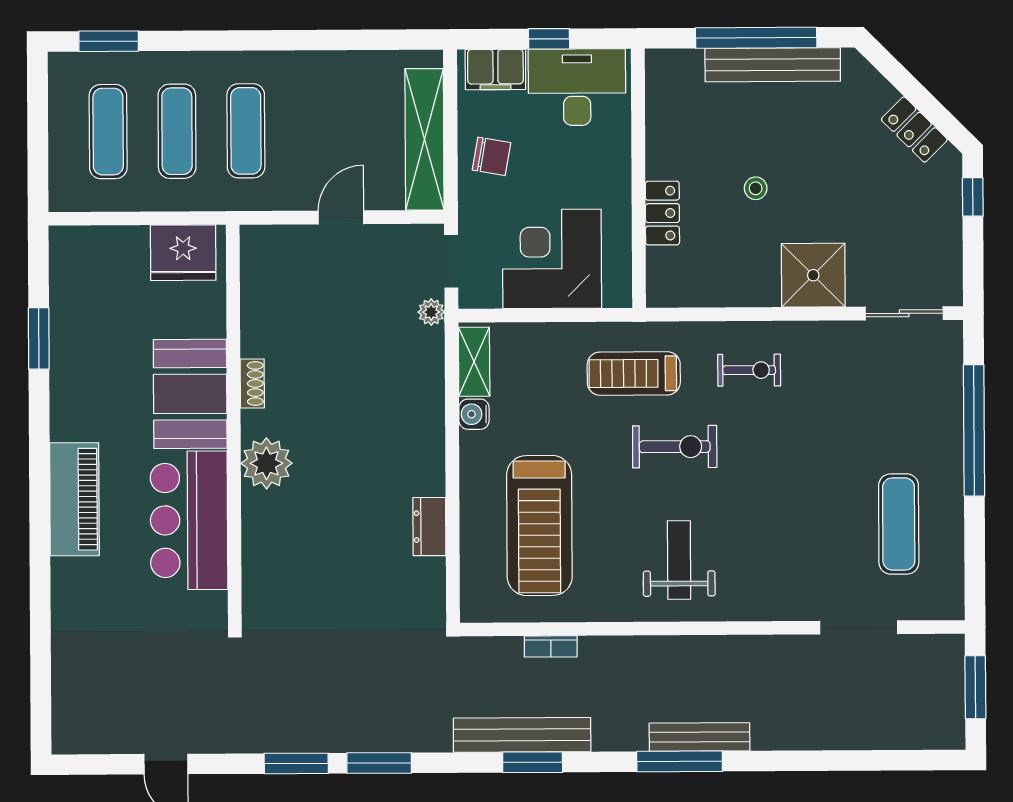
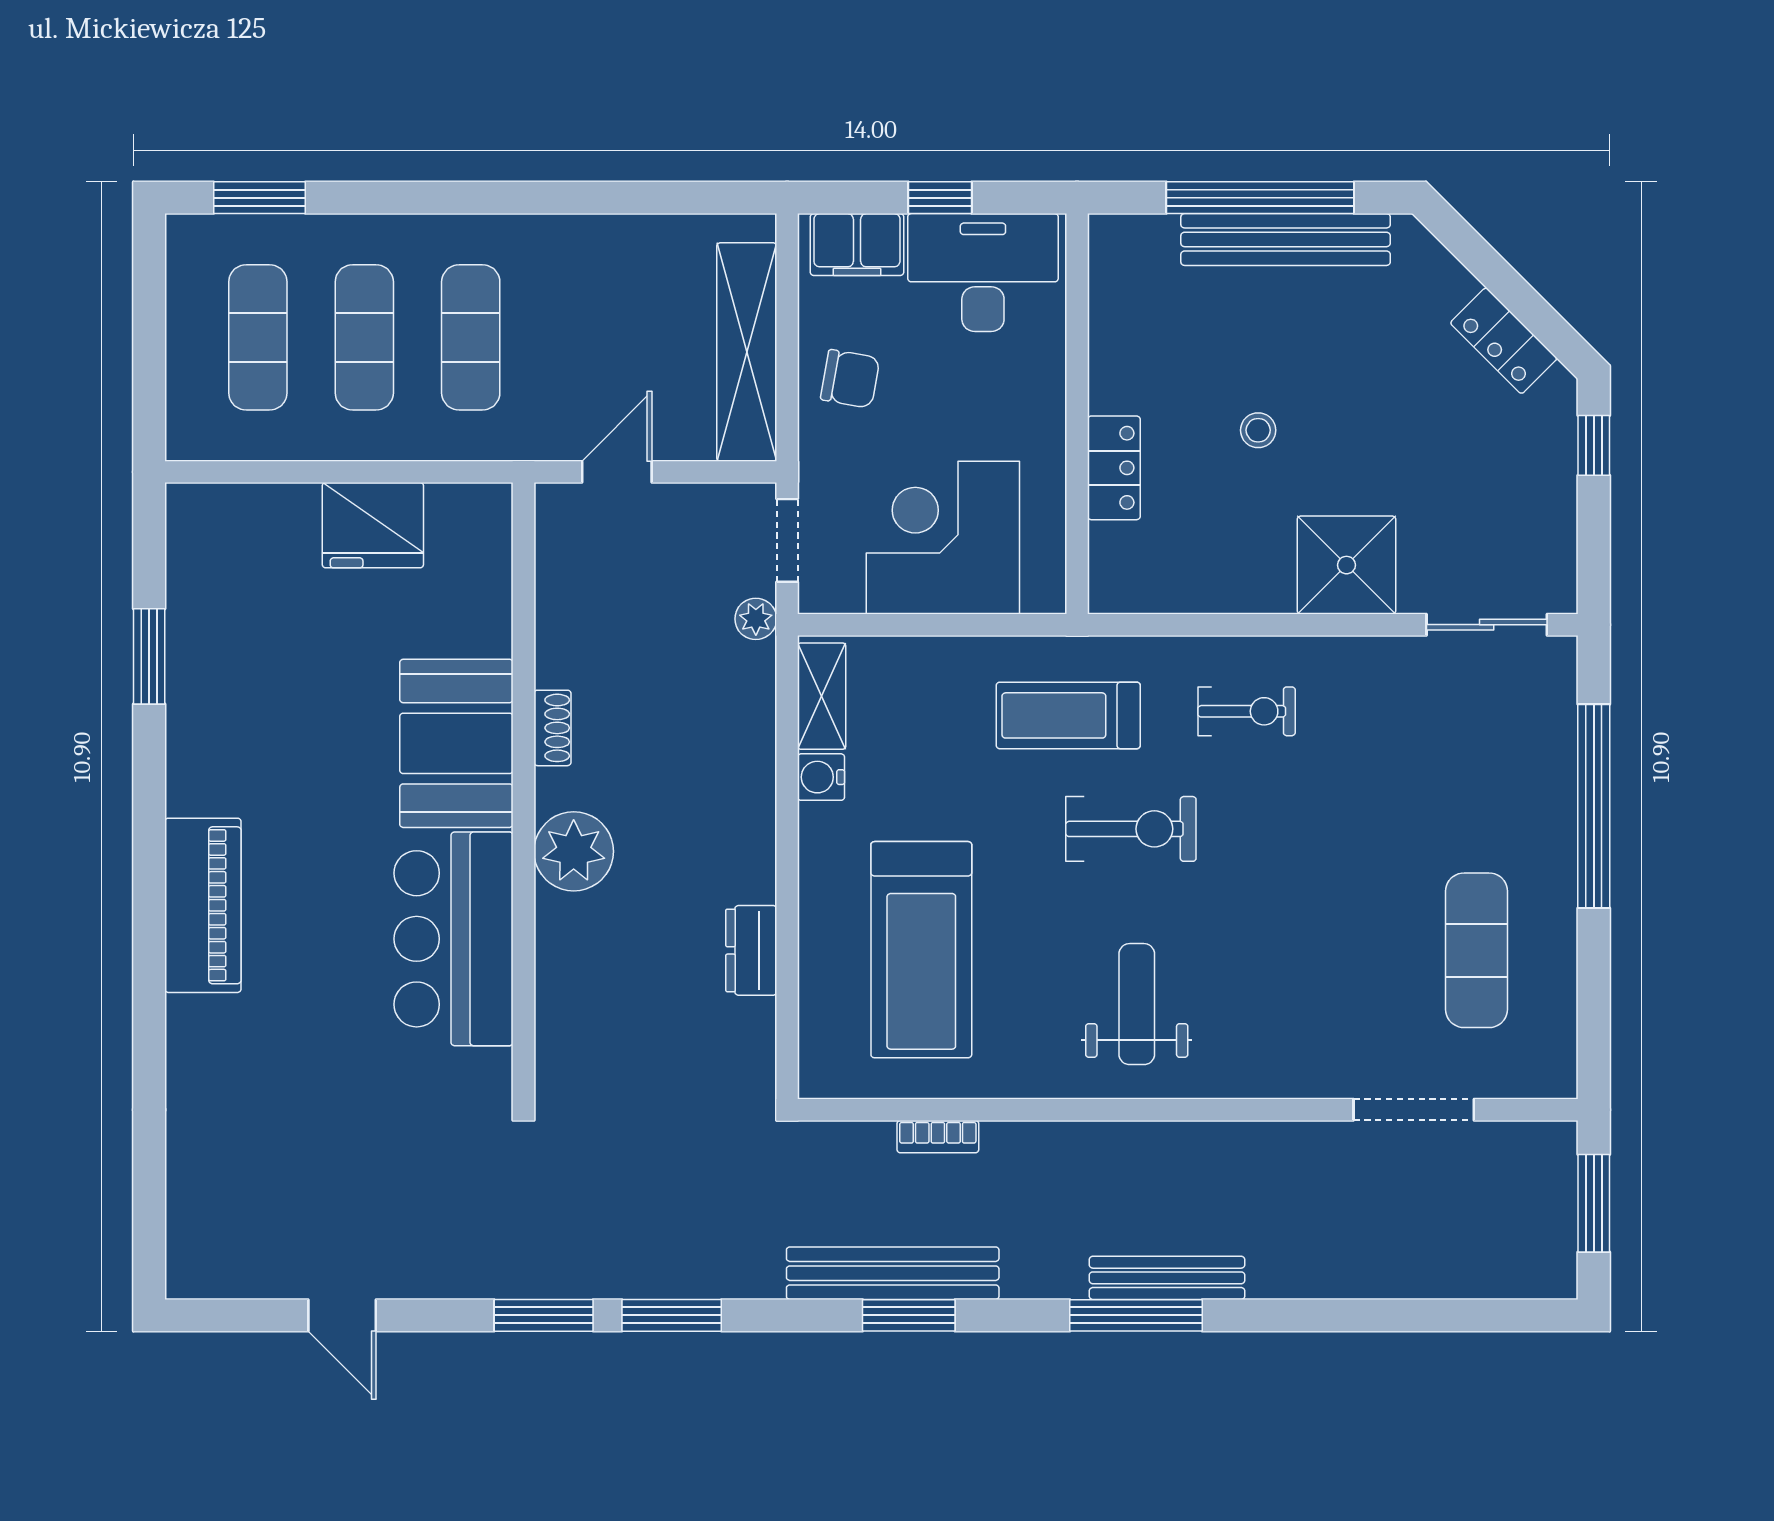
shoe rack: (252, 384) -> (552, 728), moved
booth: (190, 394) -> (456, 743), moved
wall: (234, 424) -> (523, 791), moved
plant: (266, 463) -> (574, 851), moved
bar counter: (189, 520) -> (453, 939), moved

